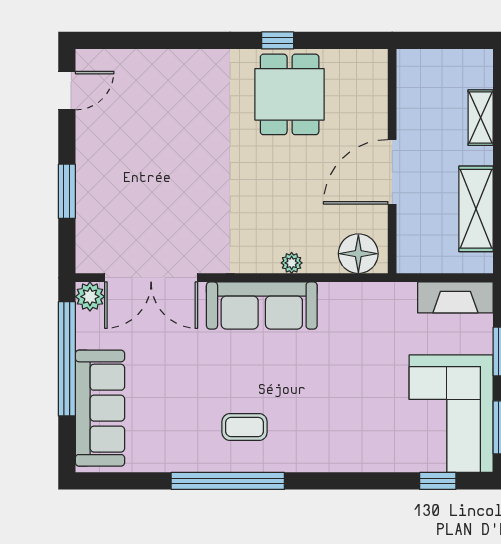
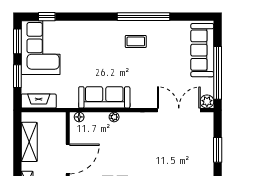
floor lamp: (358, 254) -> (79, 117), width x0.53, depth x0.53
sofa: (262, 306) -> (104, 97), moved

